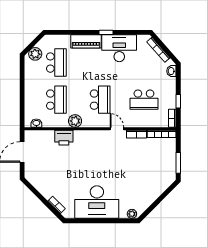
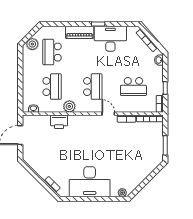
school desk: (56, 63) -> (52, 52), turned 180

